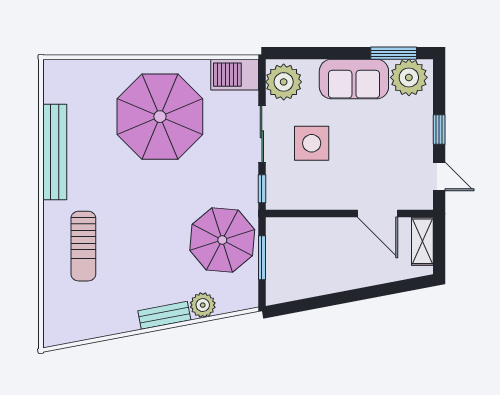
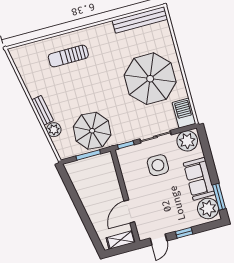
bench: (55, 152) -> (140, 20), moved

